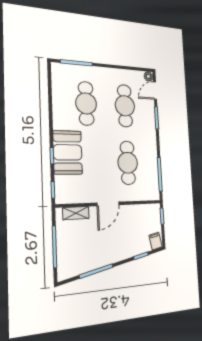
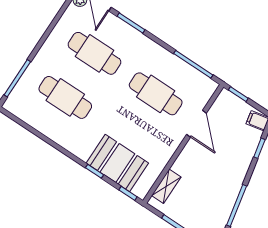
booth: (68, 152) -> (117, 163), moved
door: (108, 204) -> (196, 124), moved

